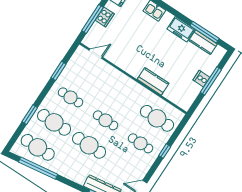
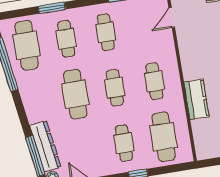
door: (96, 54) -> (172, 18), swing flipped
cafe table: (122, 95) -> (154, 81), added
cafe table: (54, 122) -> (66, 39), width x0.73, depth x0.74

